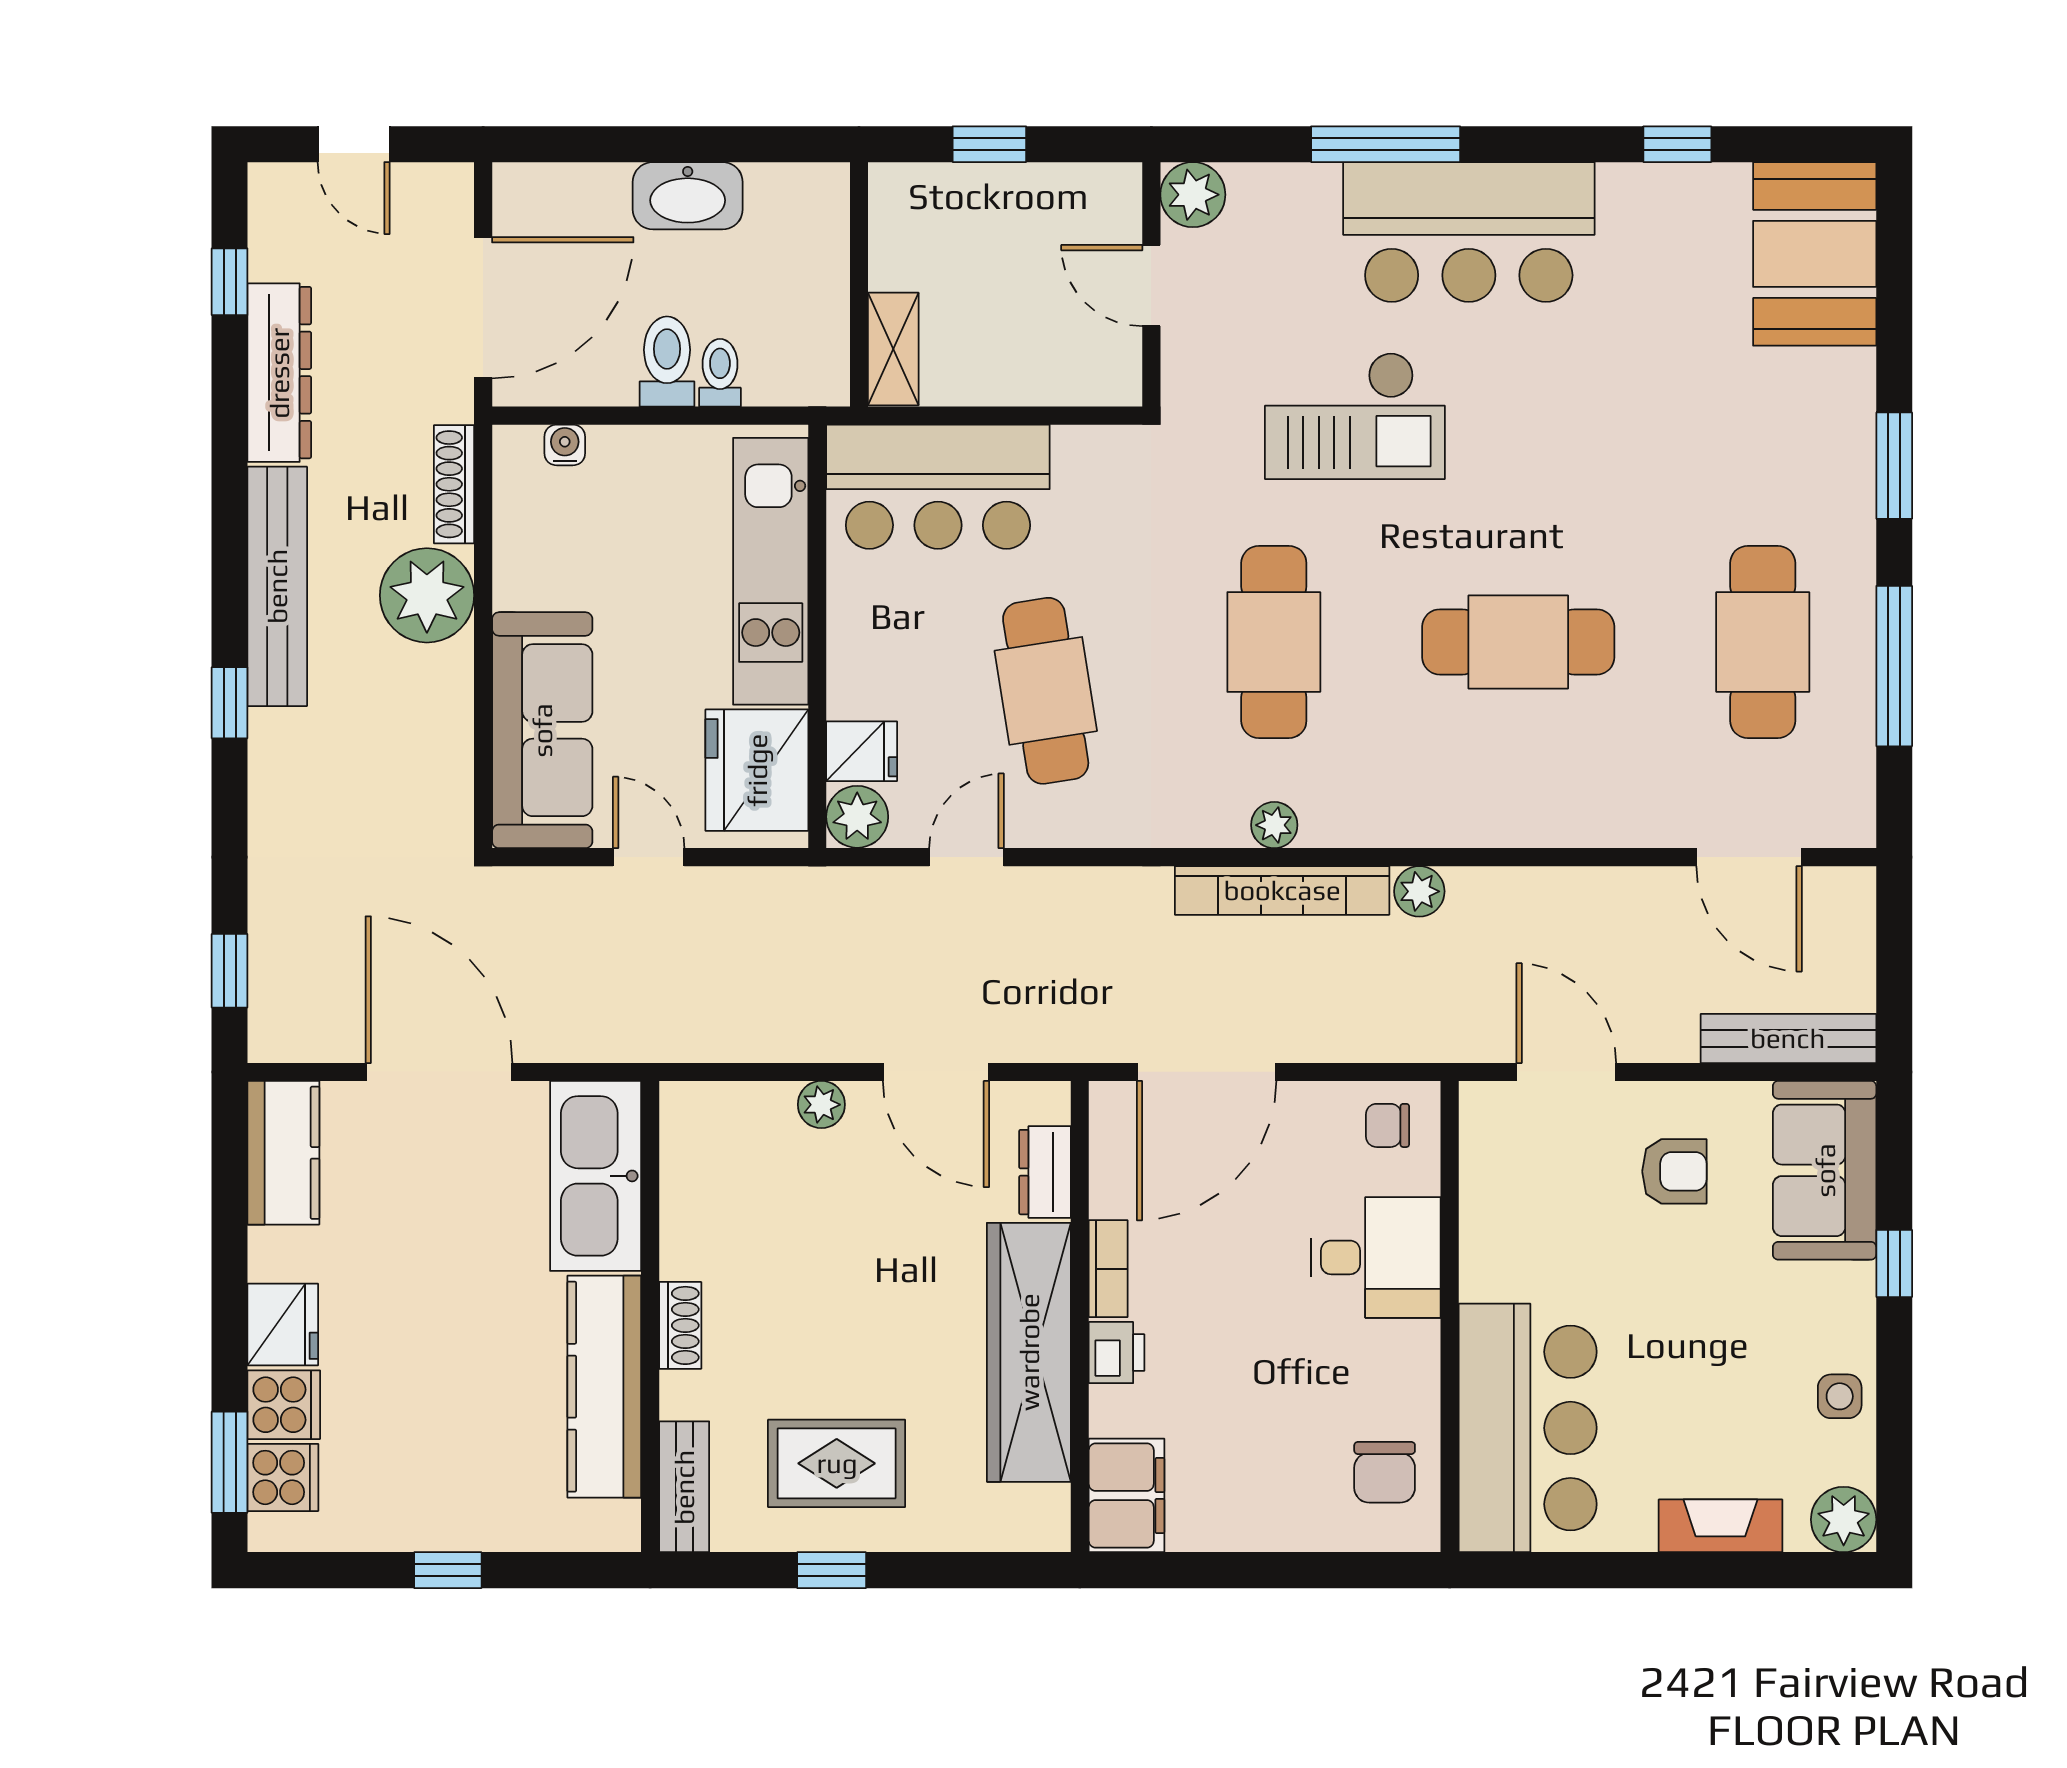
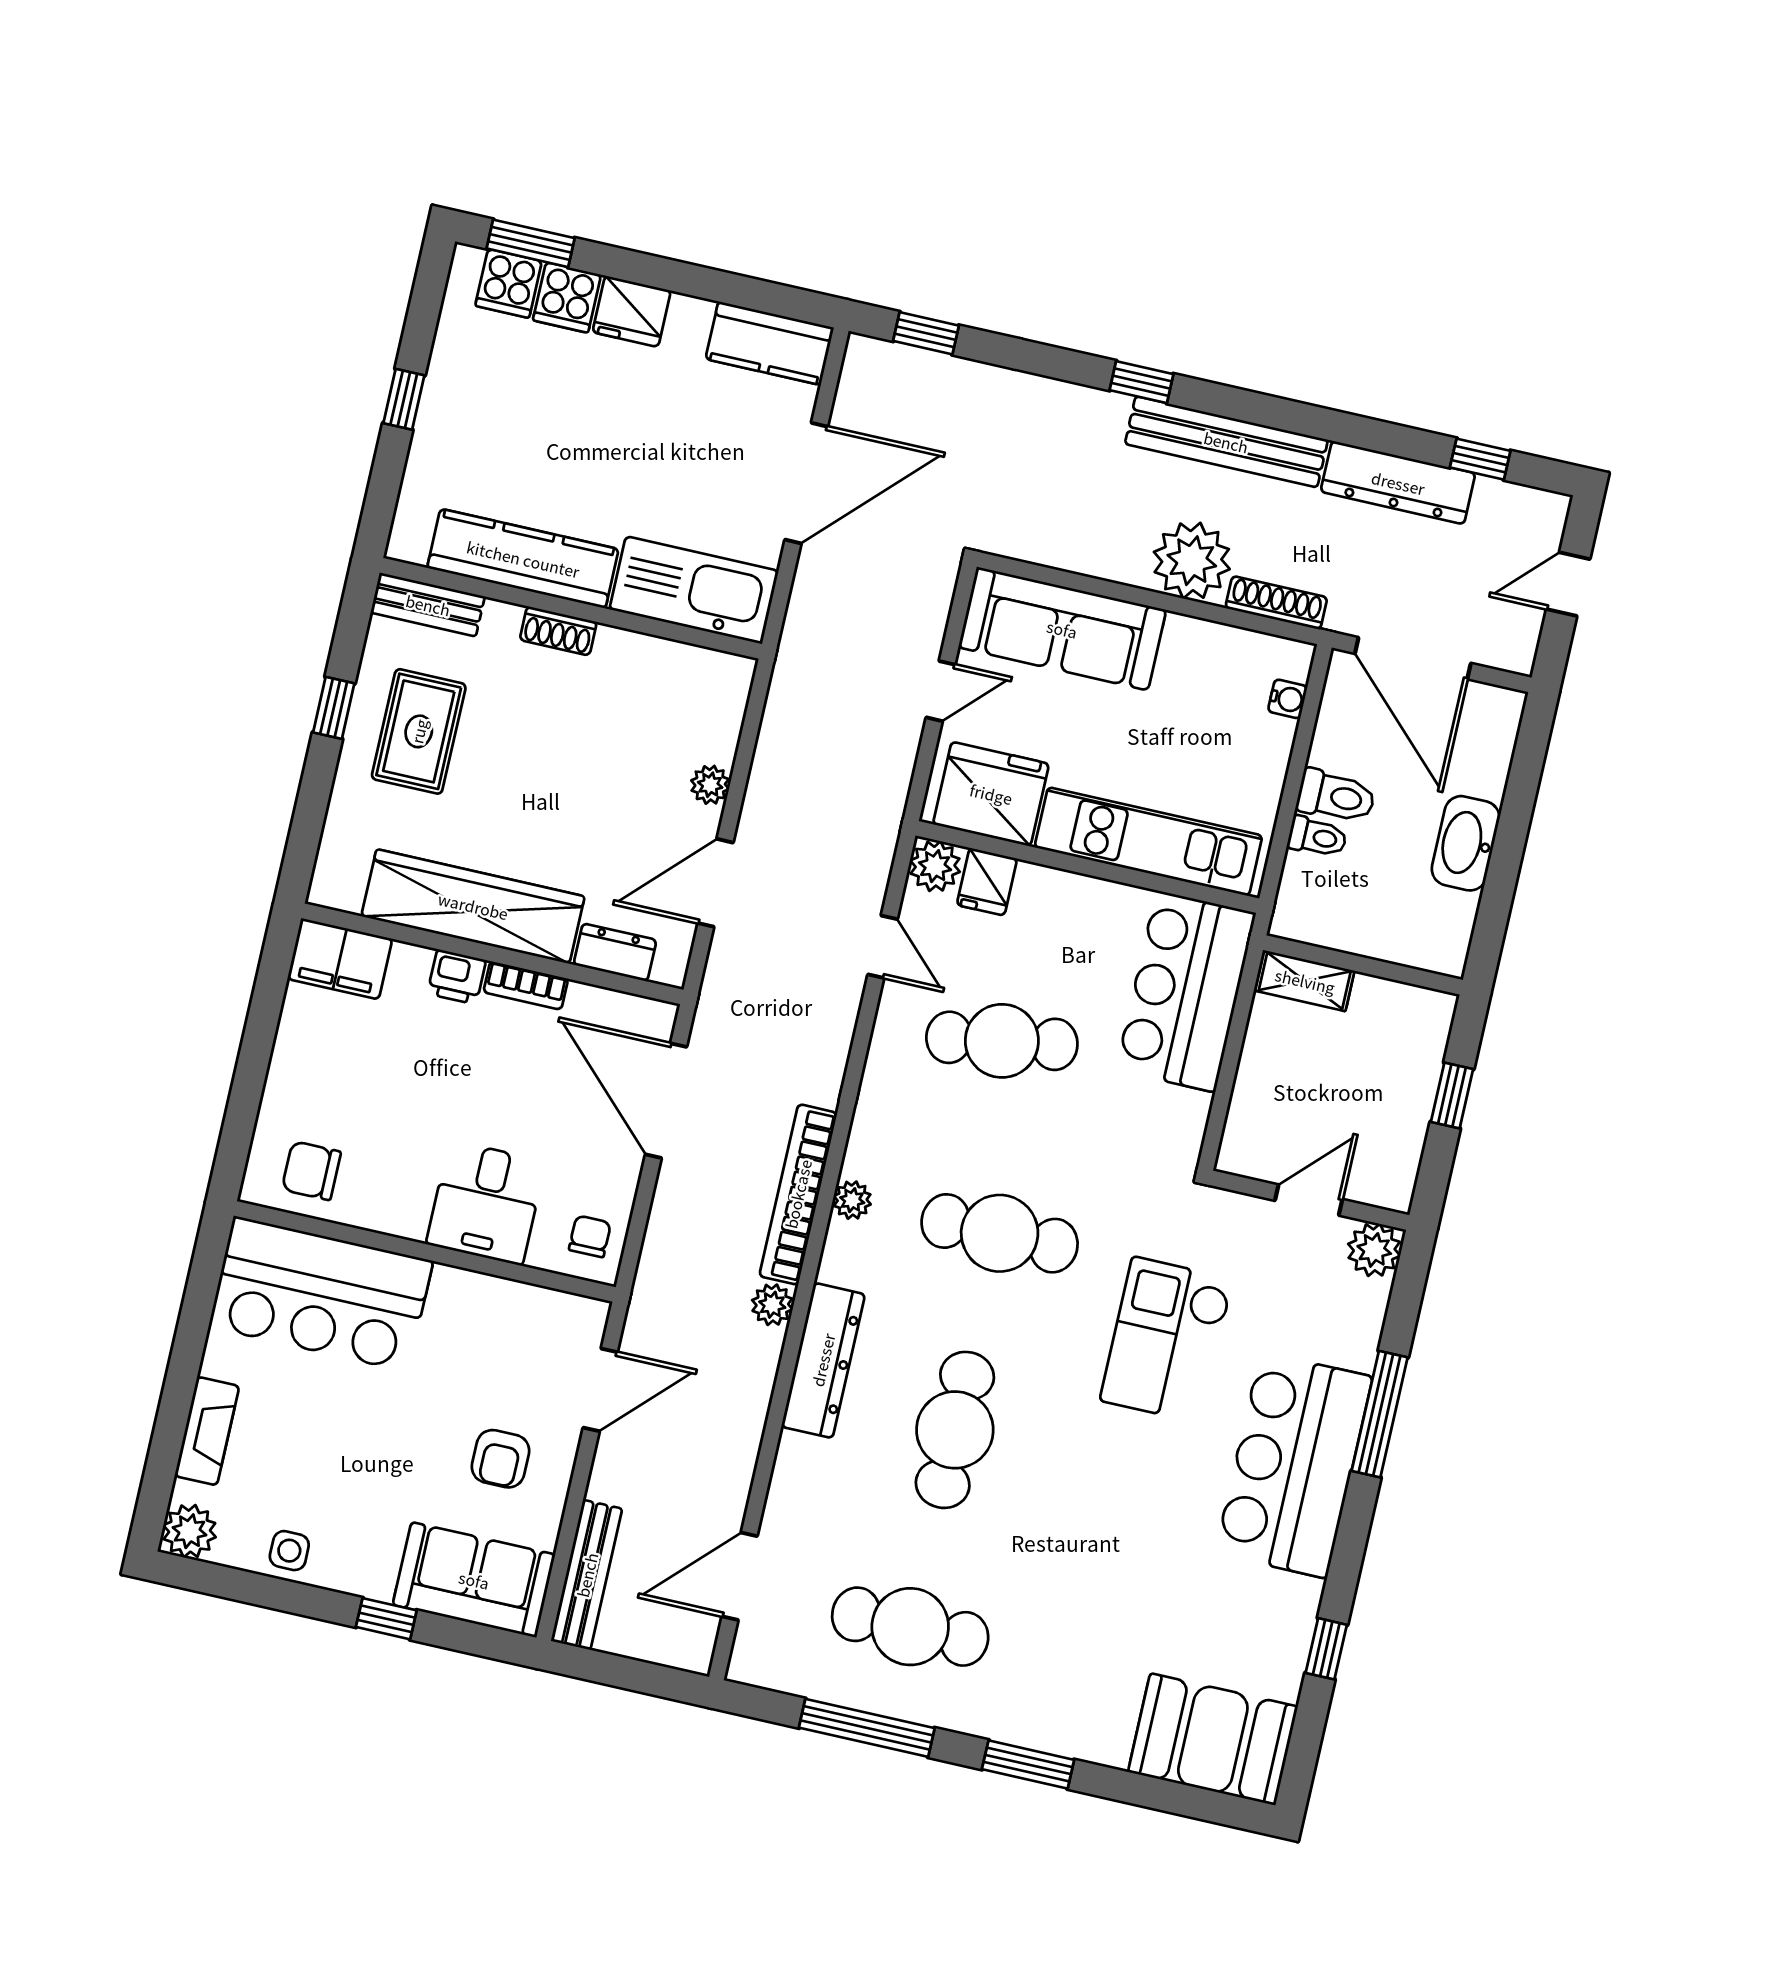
dresser: (1472, 816) -> (823, 1360), added

